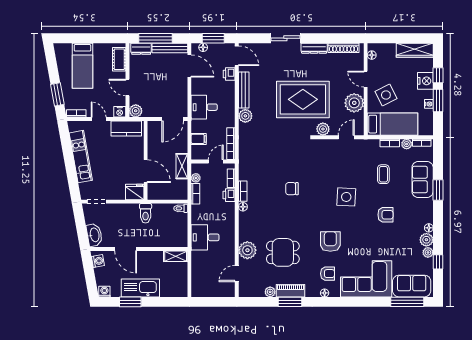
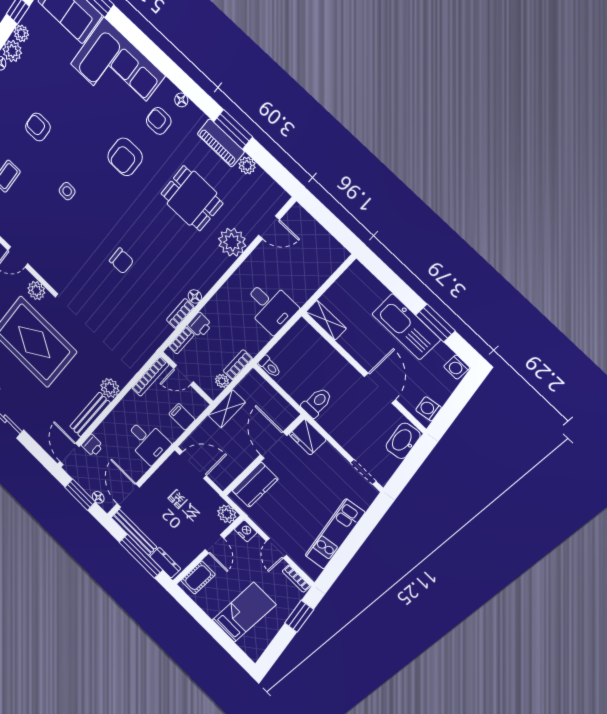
kitchen counter: (126, 128) -> (255, 485), moved, turned 90
side table: (346, 197) -> (67, 191), width x0.54, depth x0.54

